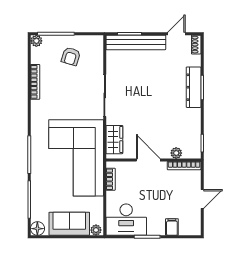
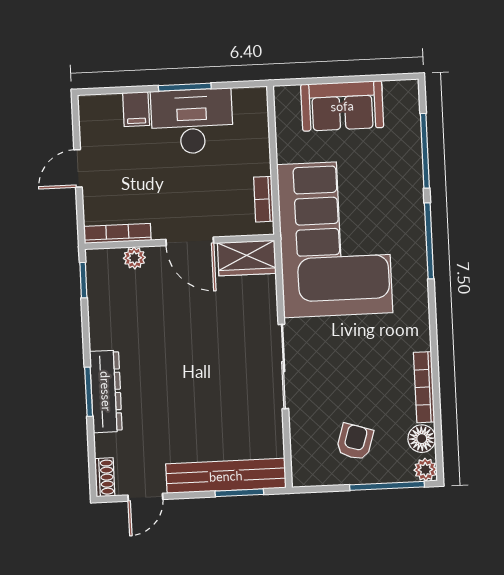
wardrobe: (114, 140) -> (247, 258), moved, turned -90
desk: (126, 220) -> (192, 121), moved
floor lamp: (37, 229) -> (422, 439), moved
plant: (96, 230) -> (288, 96), removed

